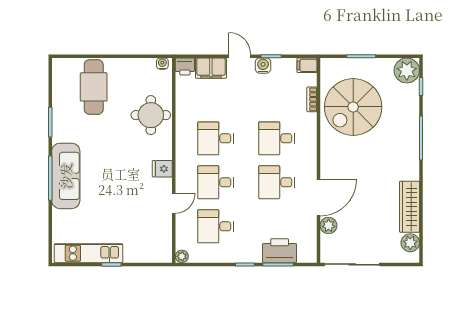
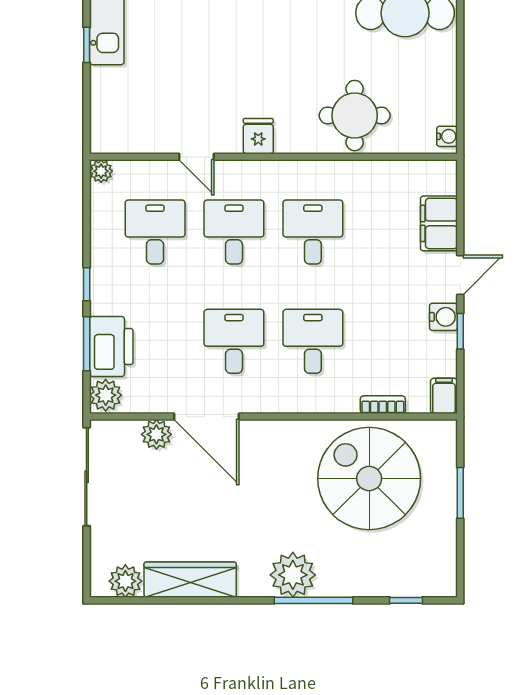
printer: (185, 66) -> (442, 177), removed
plant: (407, 70) -> (293, 575), moved
plant: (307, 254) -> (106, 395), added

